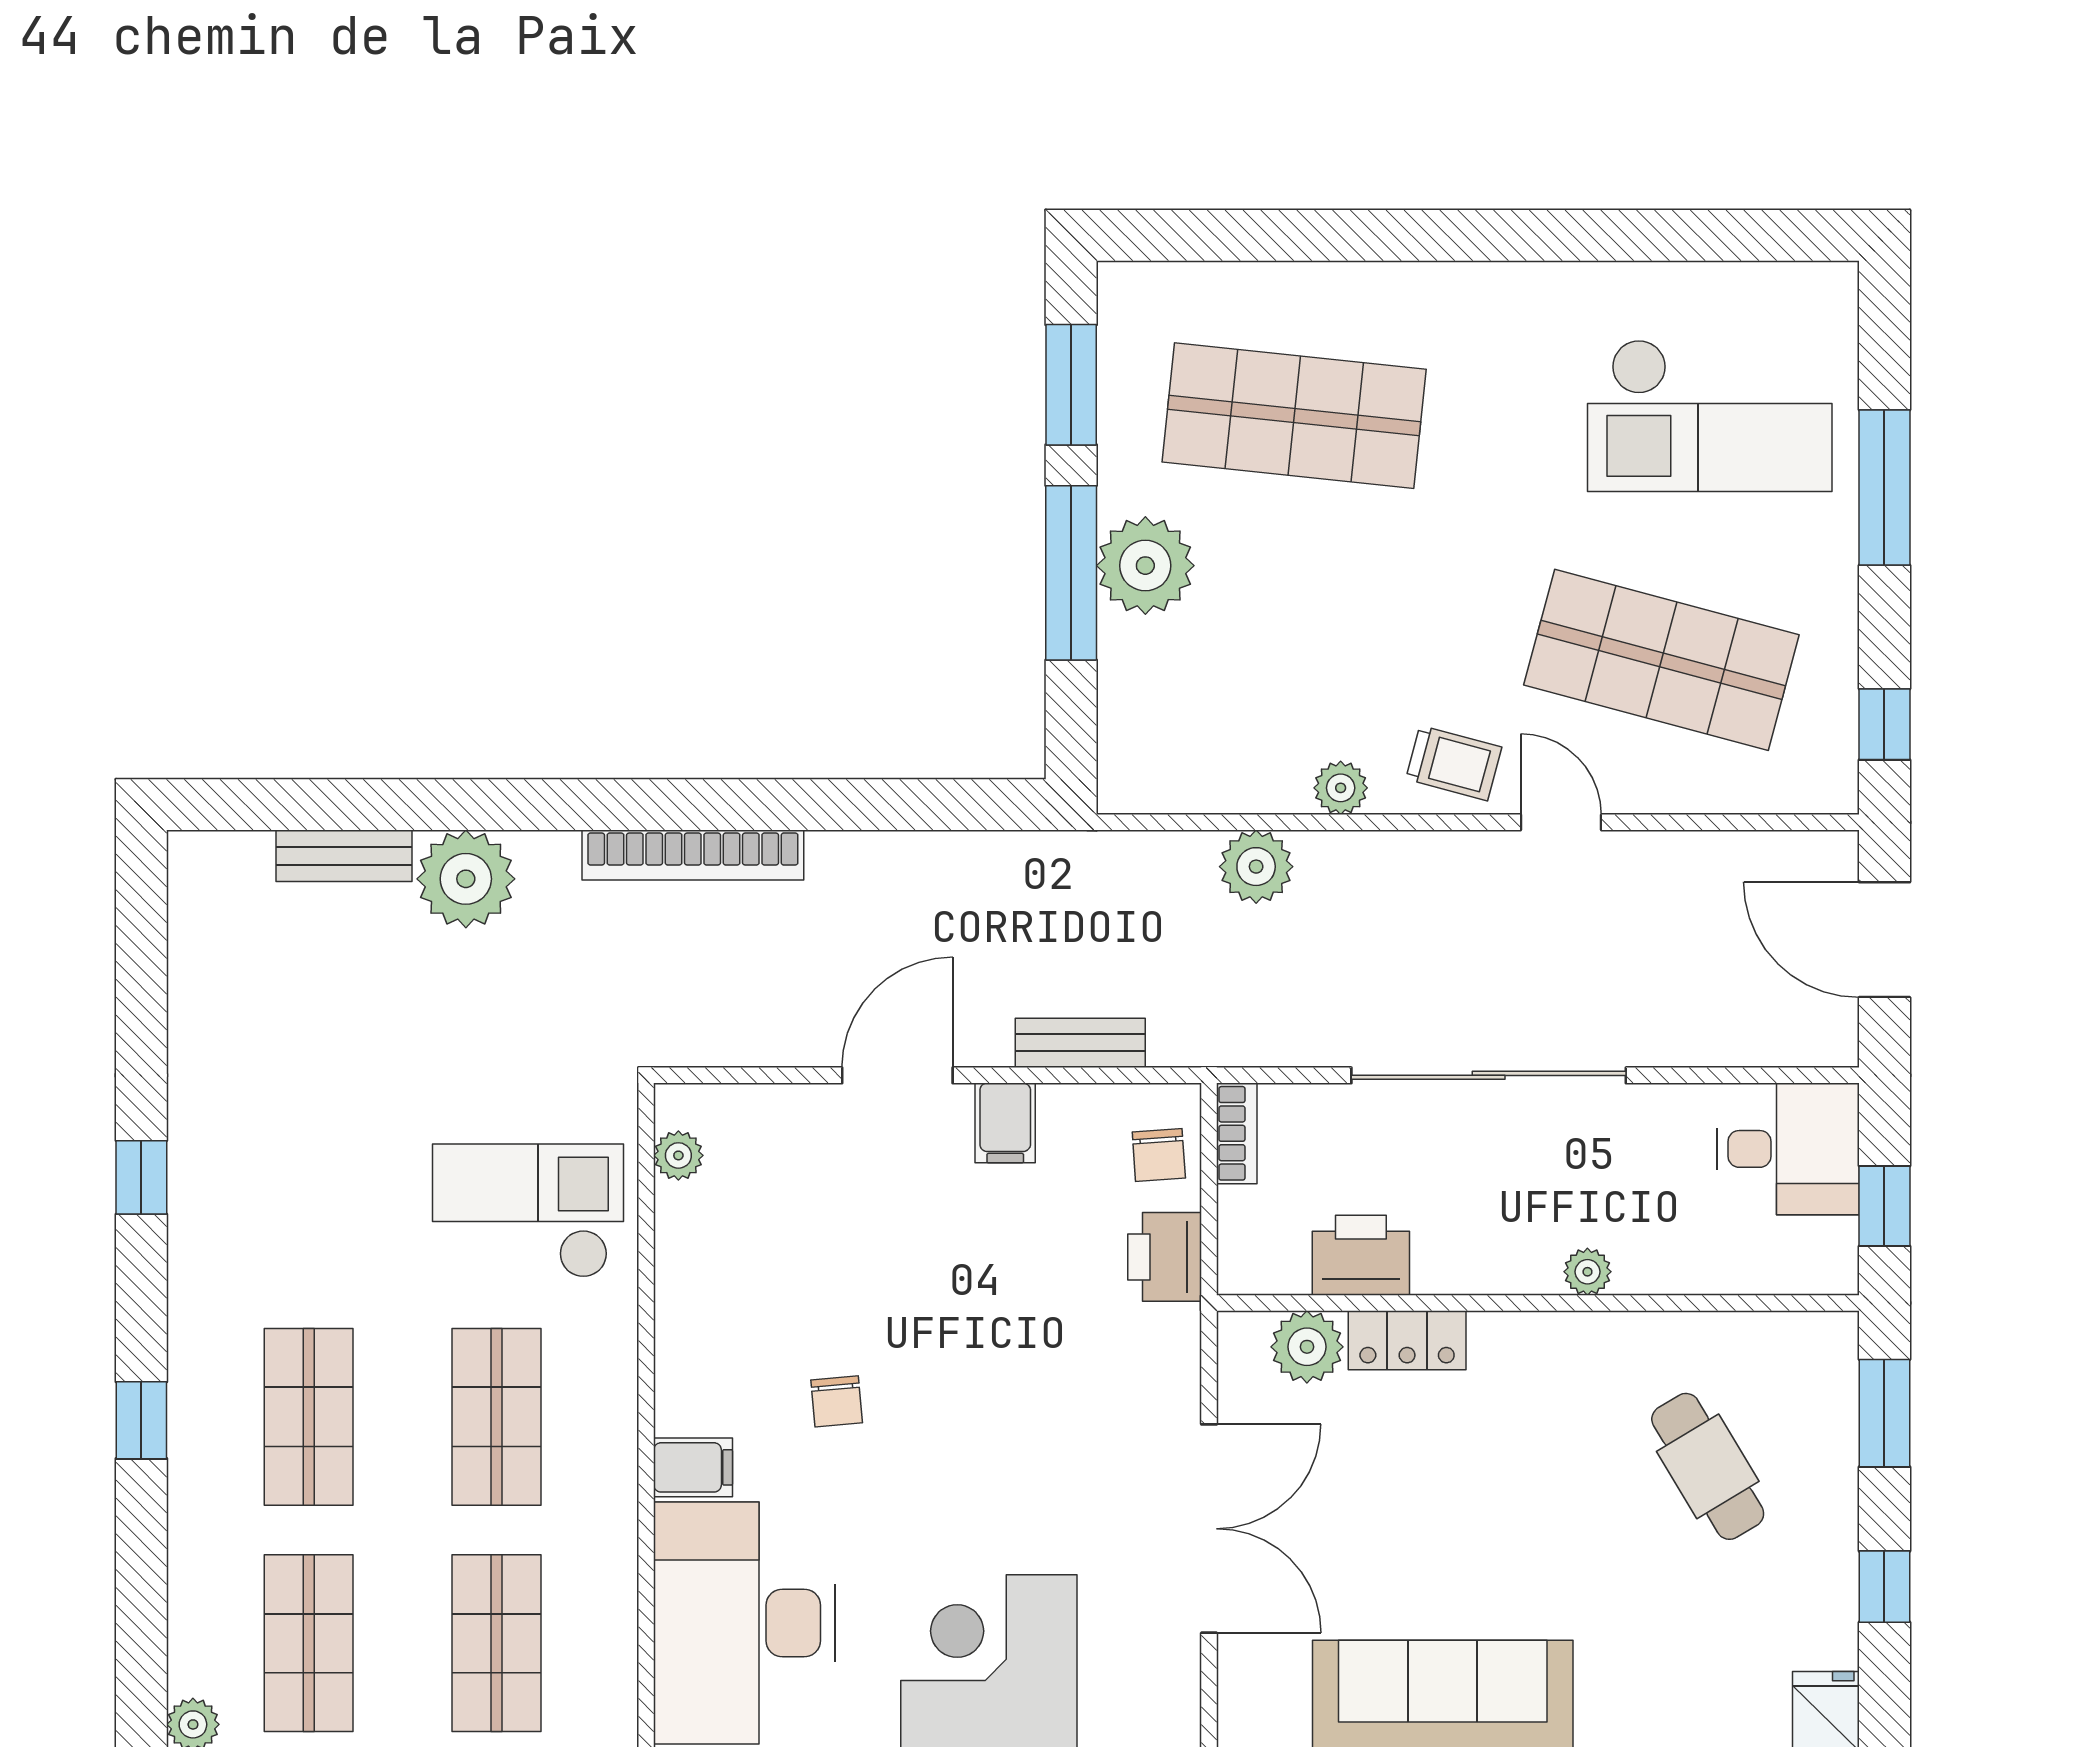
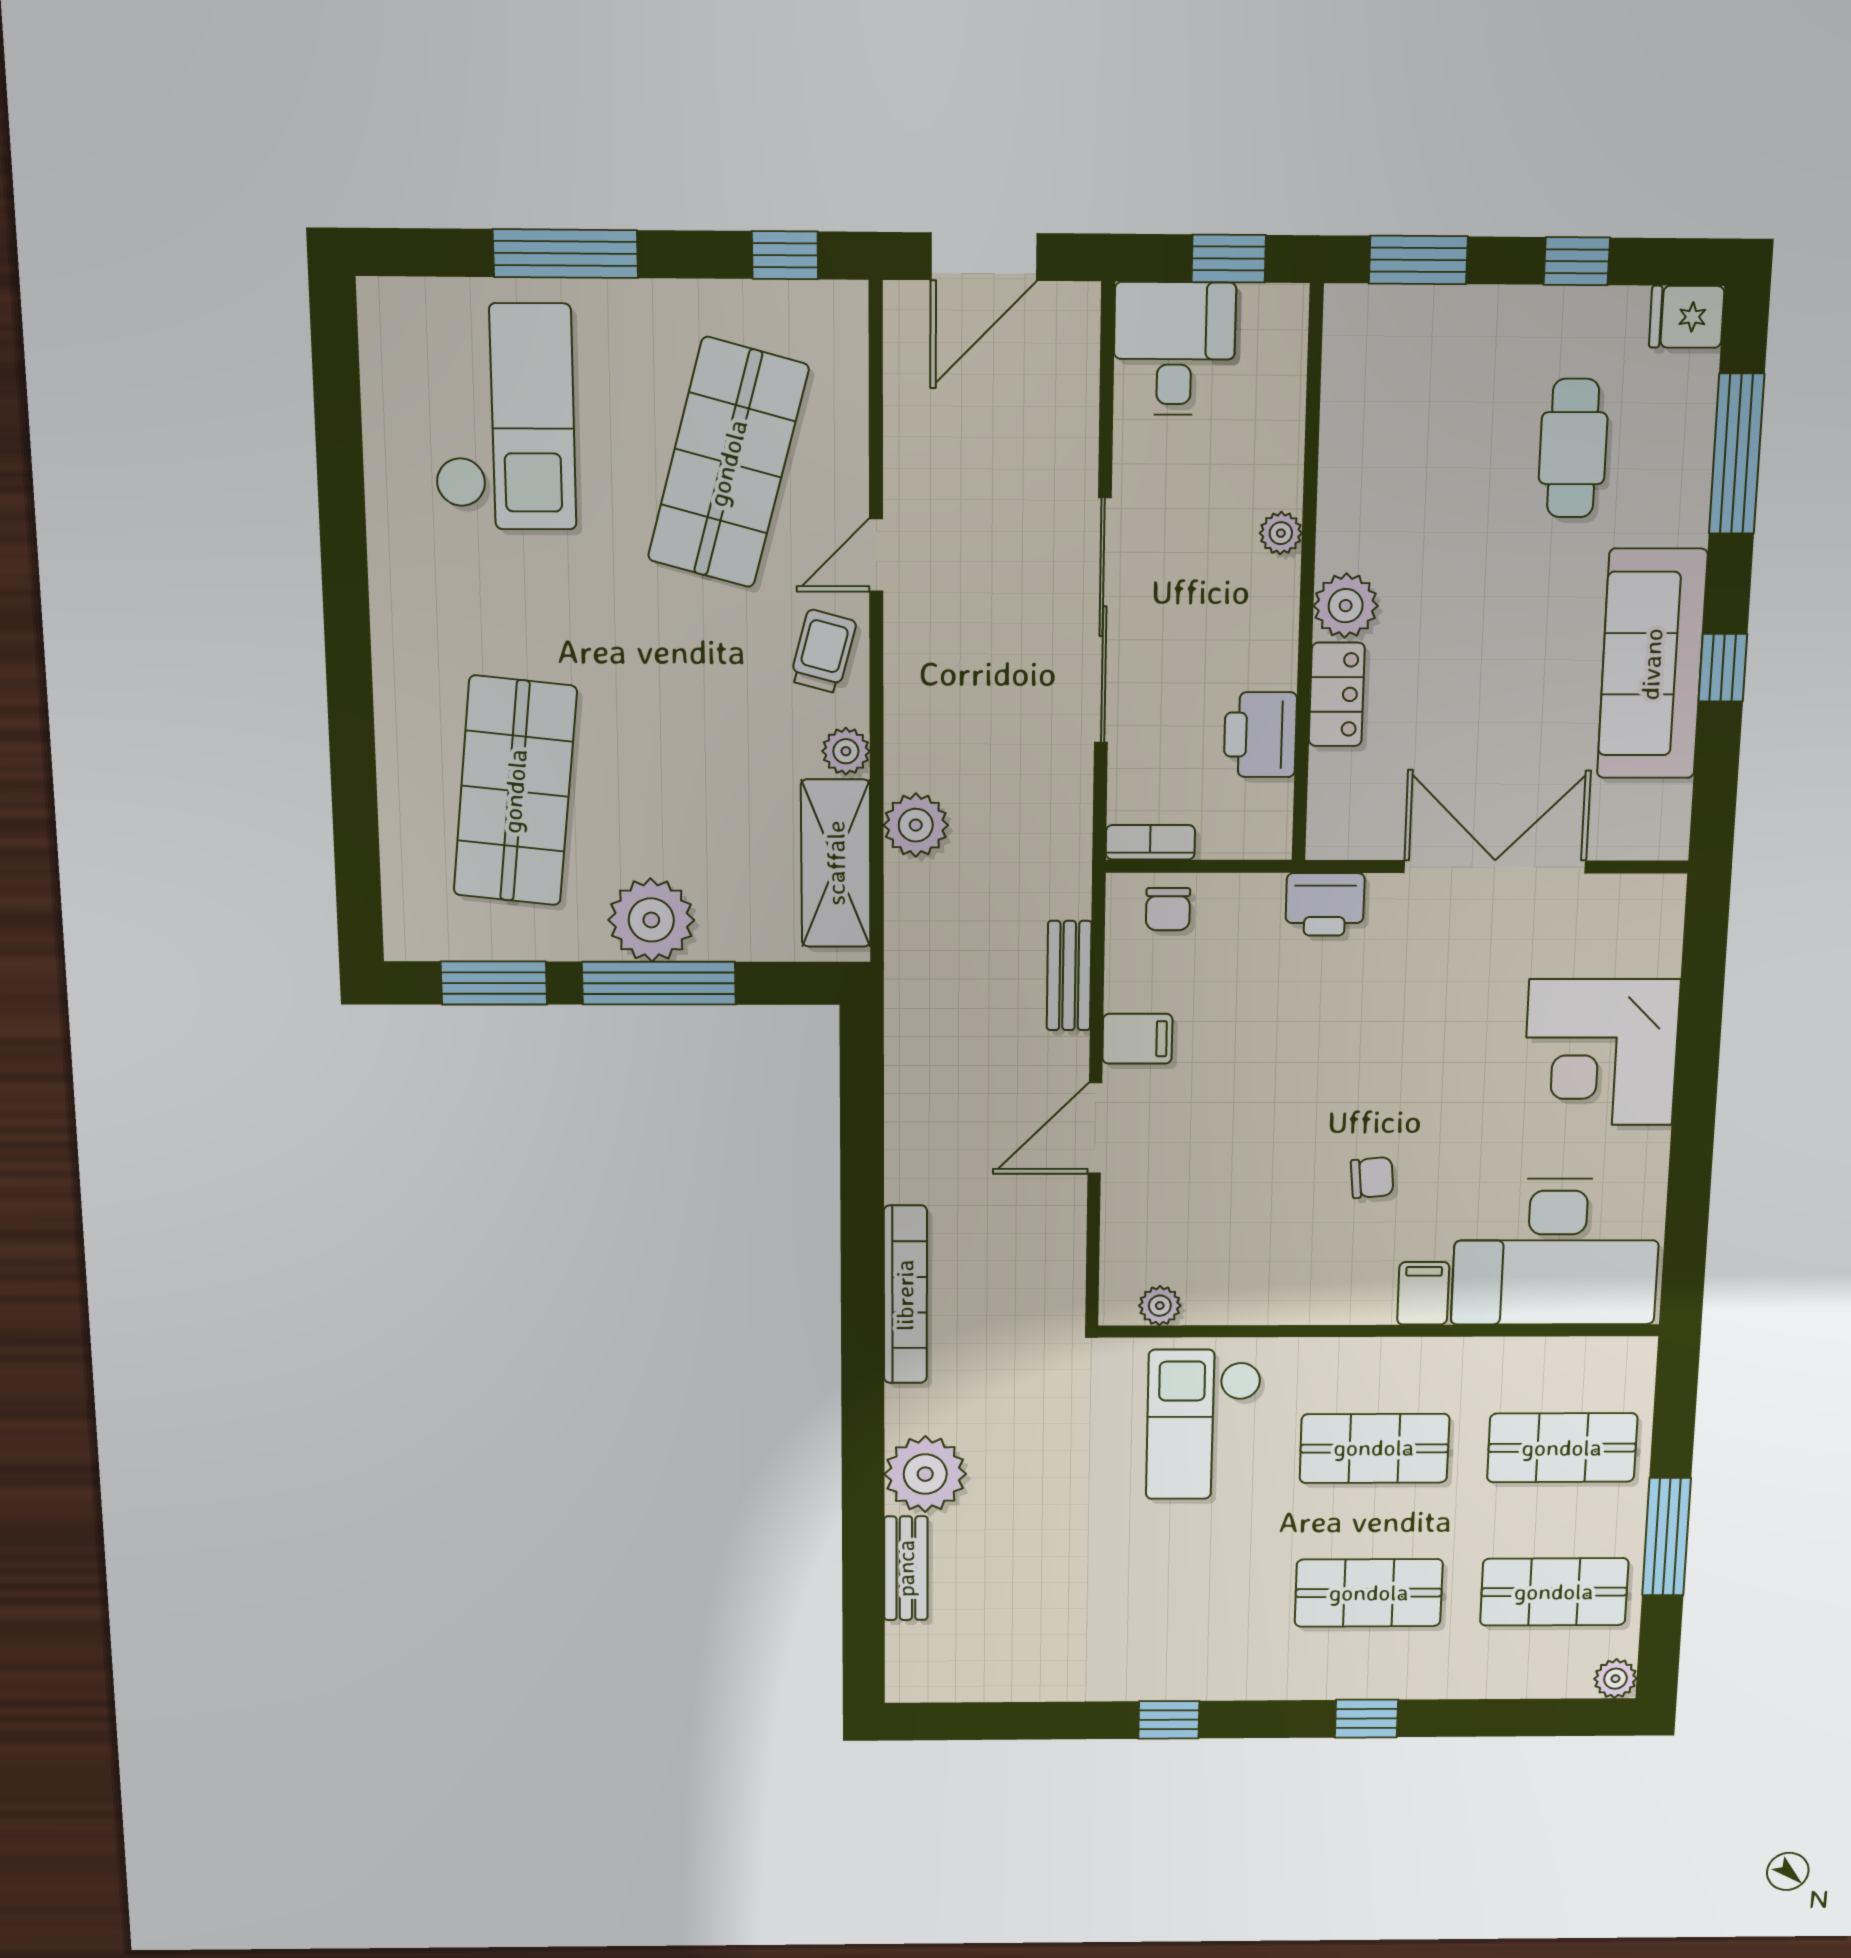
shelving: (1212, 776) -> (836, 863), added
door: (897, 1075) -> (1095, 1128), hinge flipped
chair: (1159, 1155) -> (1168, 909), turned 94
printer: (1165, 1257) -> (1325, 904), moved
plant: (1307, 1347) -> (1346, 606), moved
cafe table: (1708, 1466) -> (1573, 448), moved, turned -59

